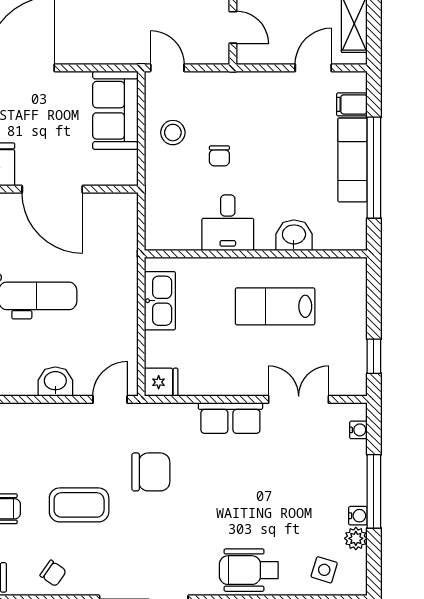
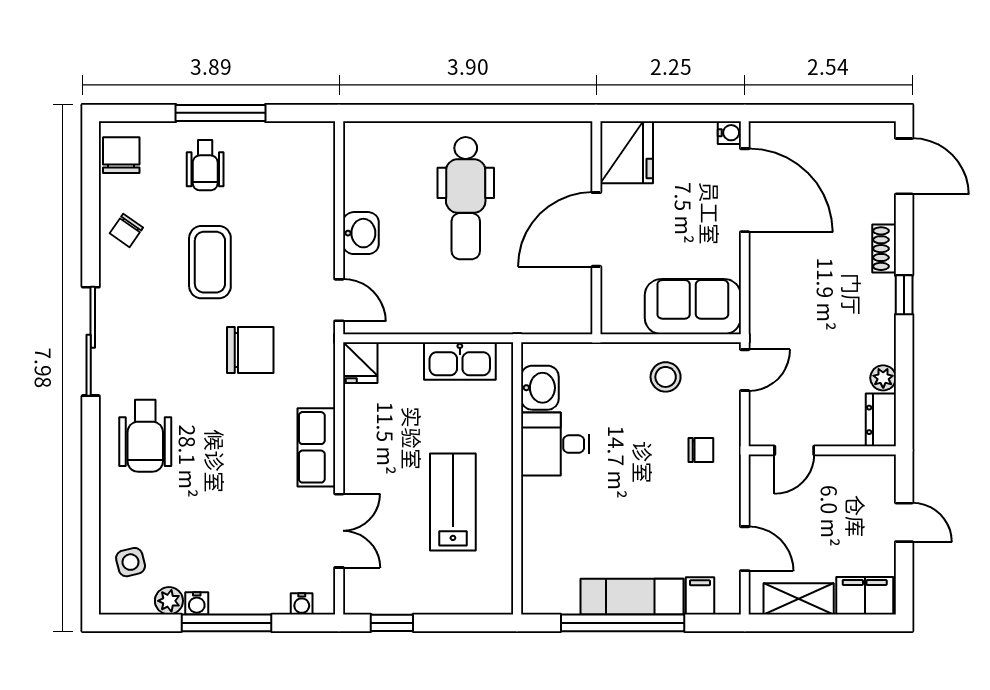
chair: (219, 156) -> (701, 450), moved, turned 180
washbasin: (294, 235) -> (540, 388), moved
chair: (151, 472) -> (250, 350), turned -90
wheelchair: (249, 570) -> (145, 436), moved, turned 180
side table: (324, 570) -> (131, 562), turned -31

